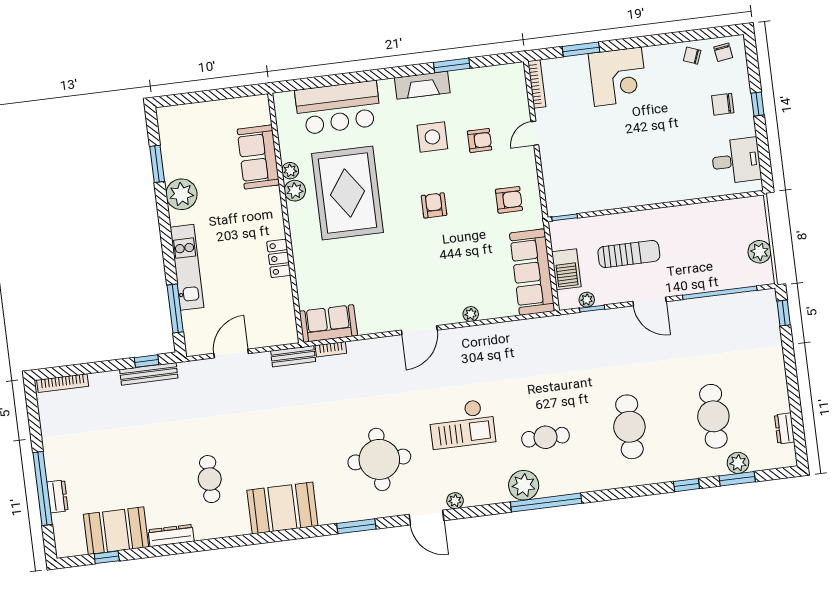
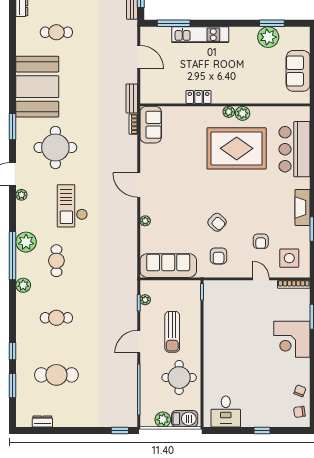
chair: (723, 104) -> (265, 407), removed
side table: (432, 137) -> (289, 258), moved
sofa: (258, 157) -> (298, 71), moved, turned -90
plant: (290, 171) -> (229, 112), moved
plant: (181, 194) -> (268, 37), moved
armchair: (434, 205) -> (217, 222), moved, turned 43
round table: (695, 236) -> (179, 378), added
barbecue: (566, 269) -> (185, 419), moved, turned 180
cafe table: (629, 427) -> (56, 318), width x0.73, depth x0.74
plant: (738, 463) -> (23, 285), moved
booth: (282, 508) -> (37, 87), width x1.36, depth x1.42

